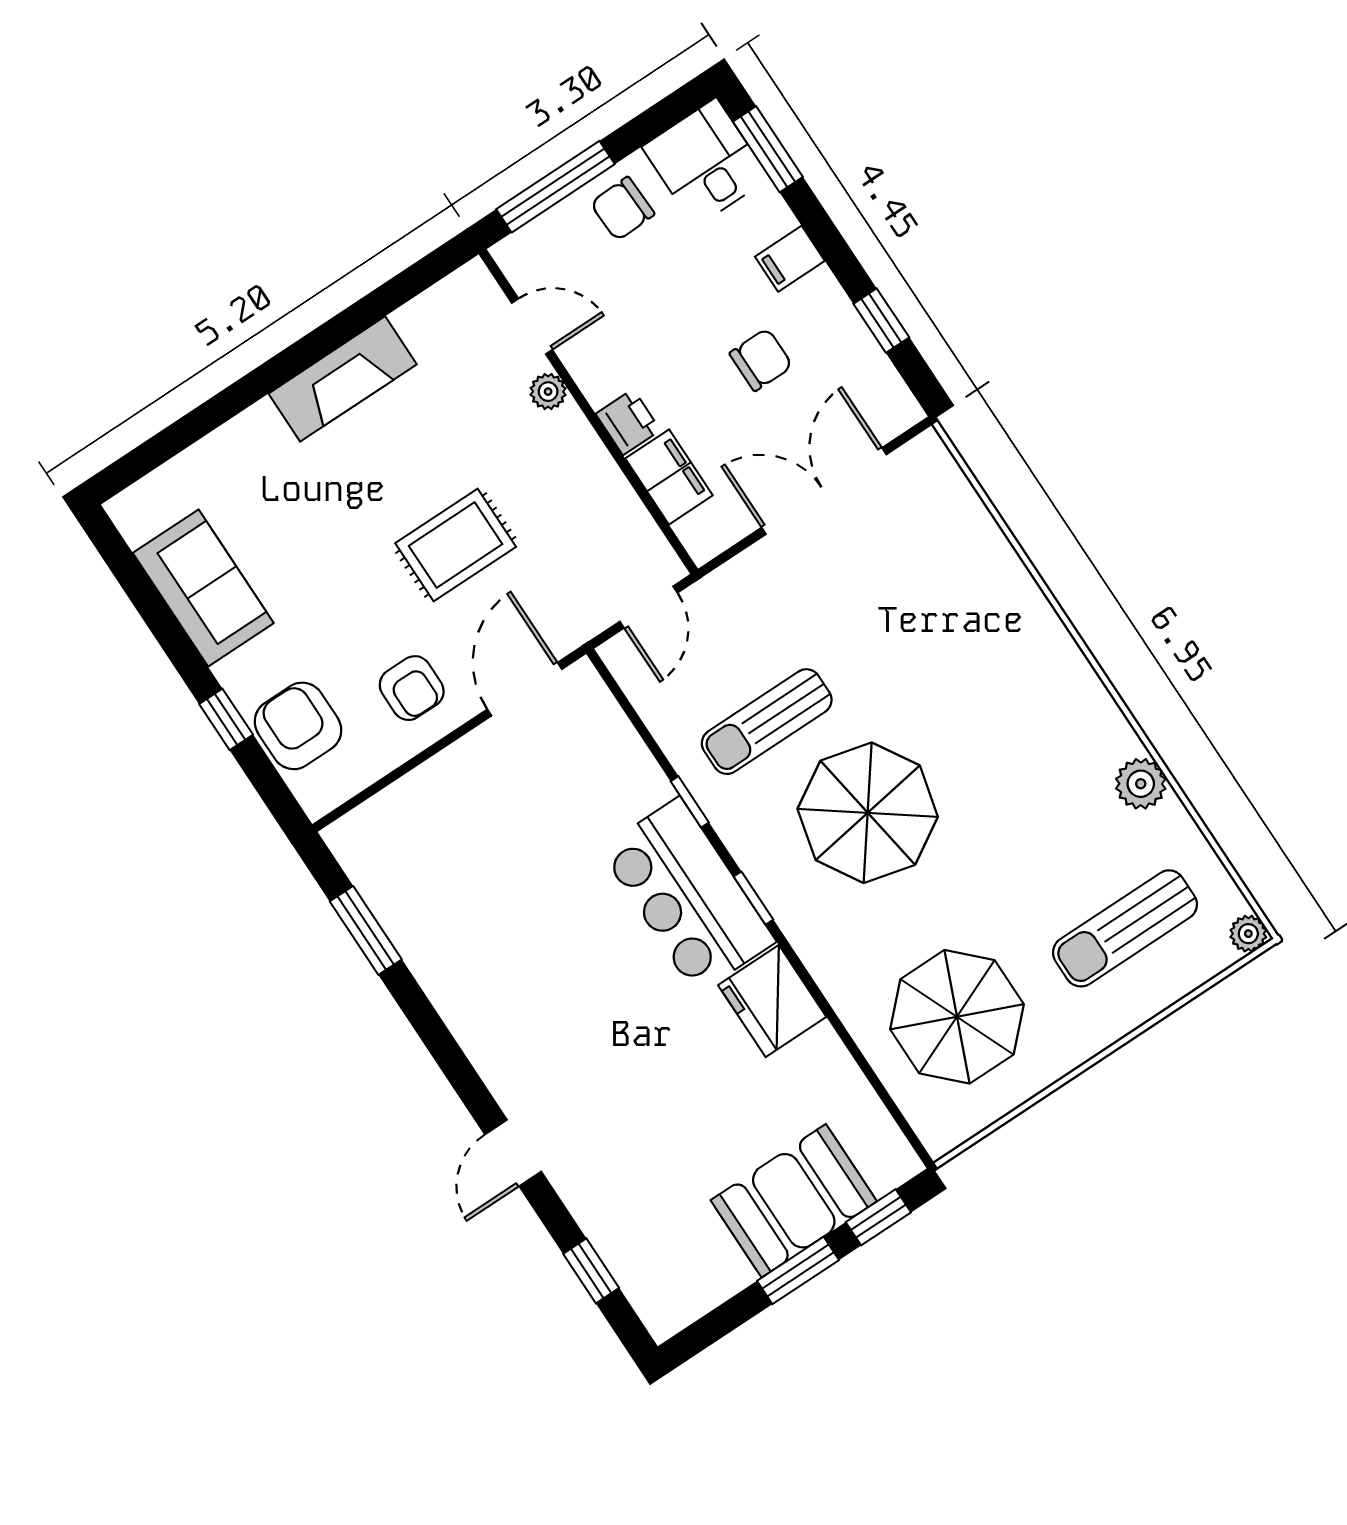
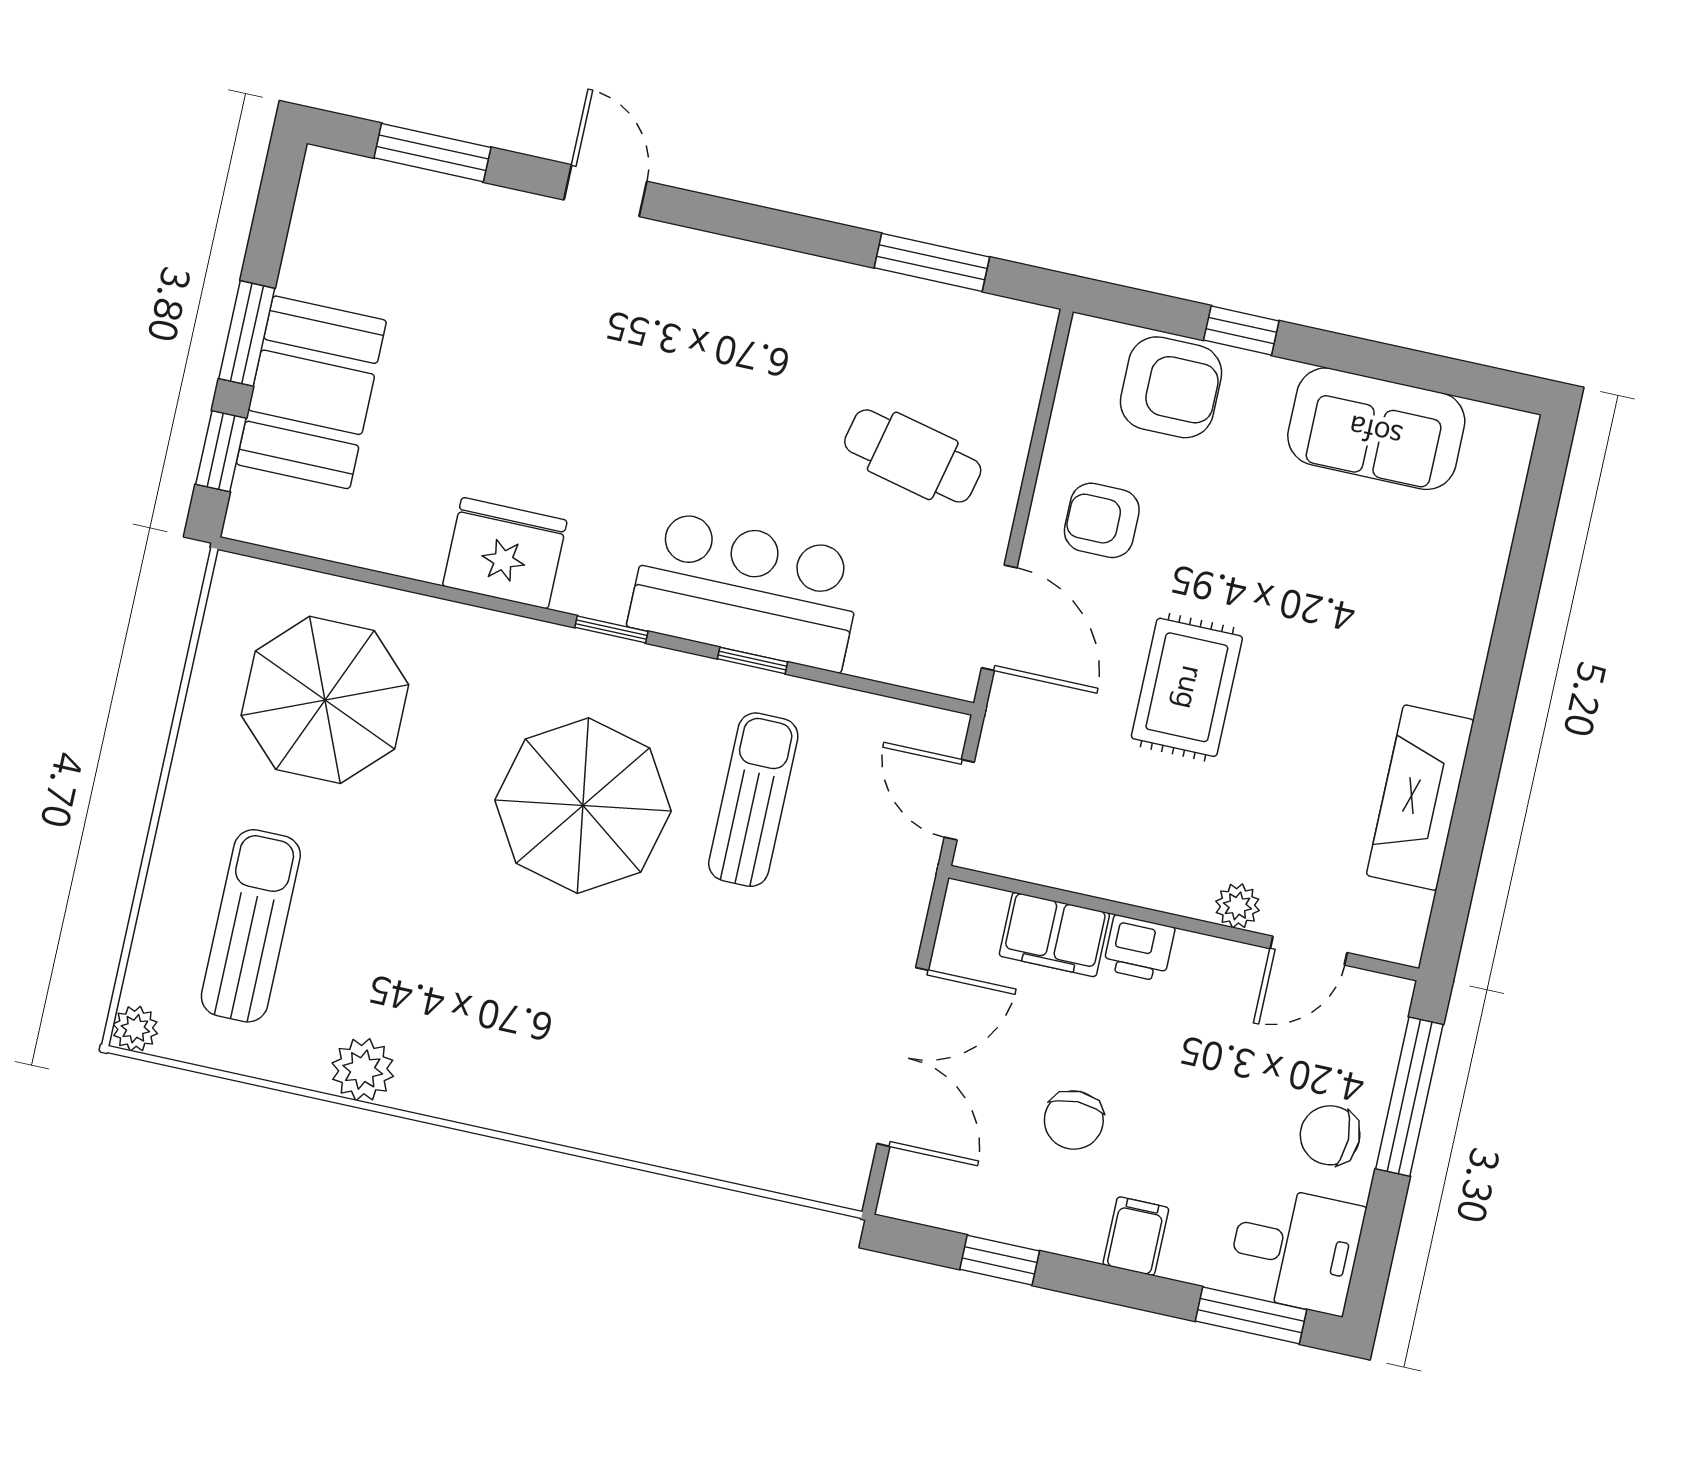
chair: (622, 209) -> (1330, 1135), turned -88
fireplace: (343, 379) -> (1420, 798), moved
cafe table: (484, 830) -> (913, 456), added
bar counter: (688, 896) -> (746, 591), moved
window: (591, 1271) -> (432, 153), width x1.50

